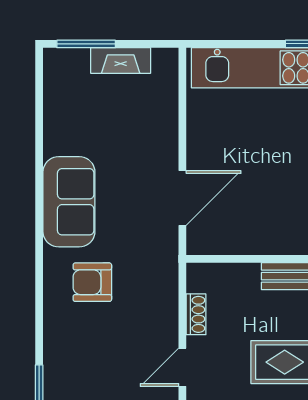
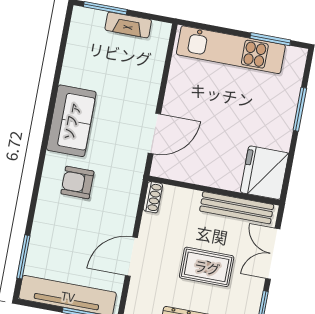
shoe rack: (196, 314) -> (153, 197), moved
door: (182, 367) -> (131, 257), width x1.38

